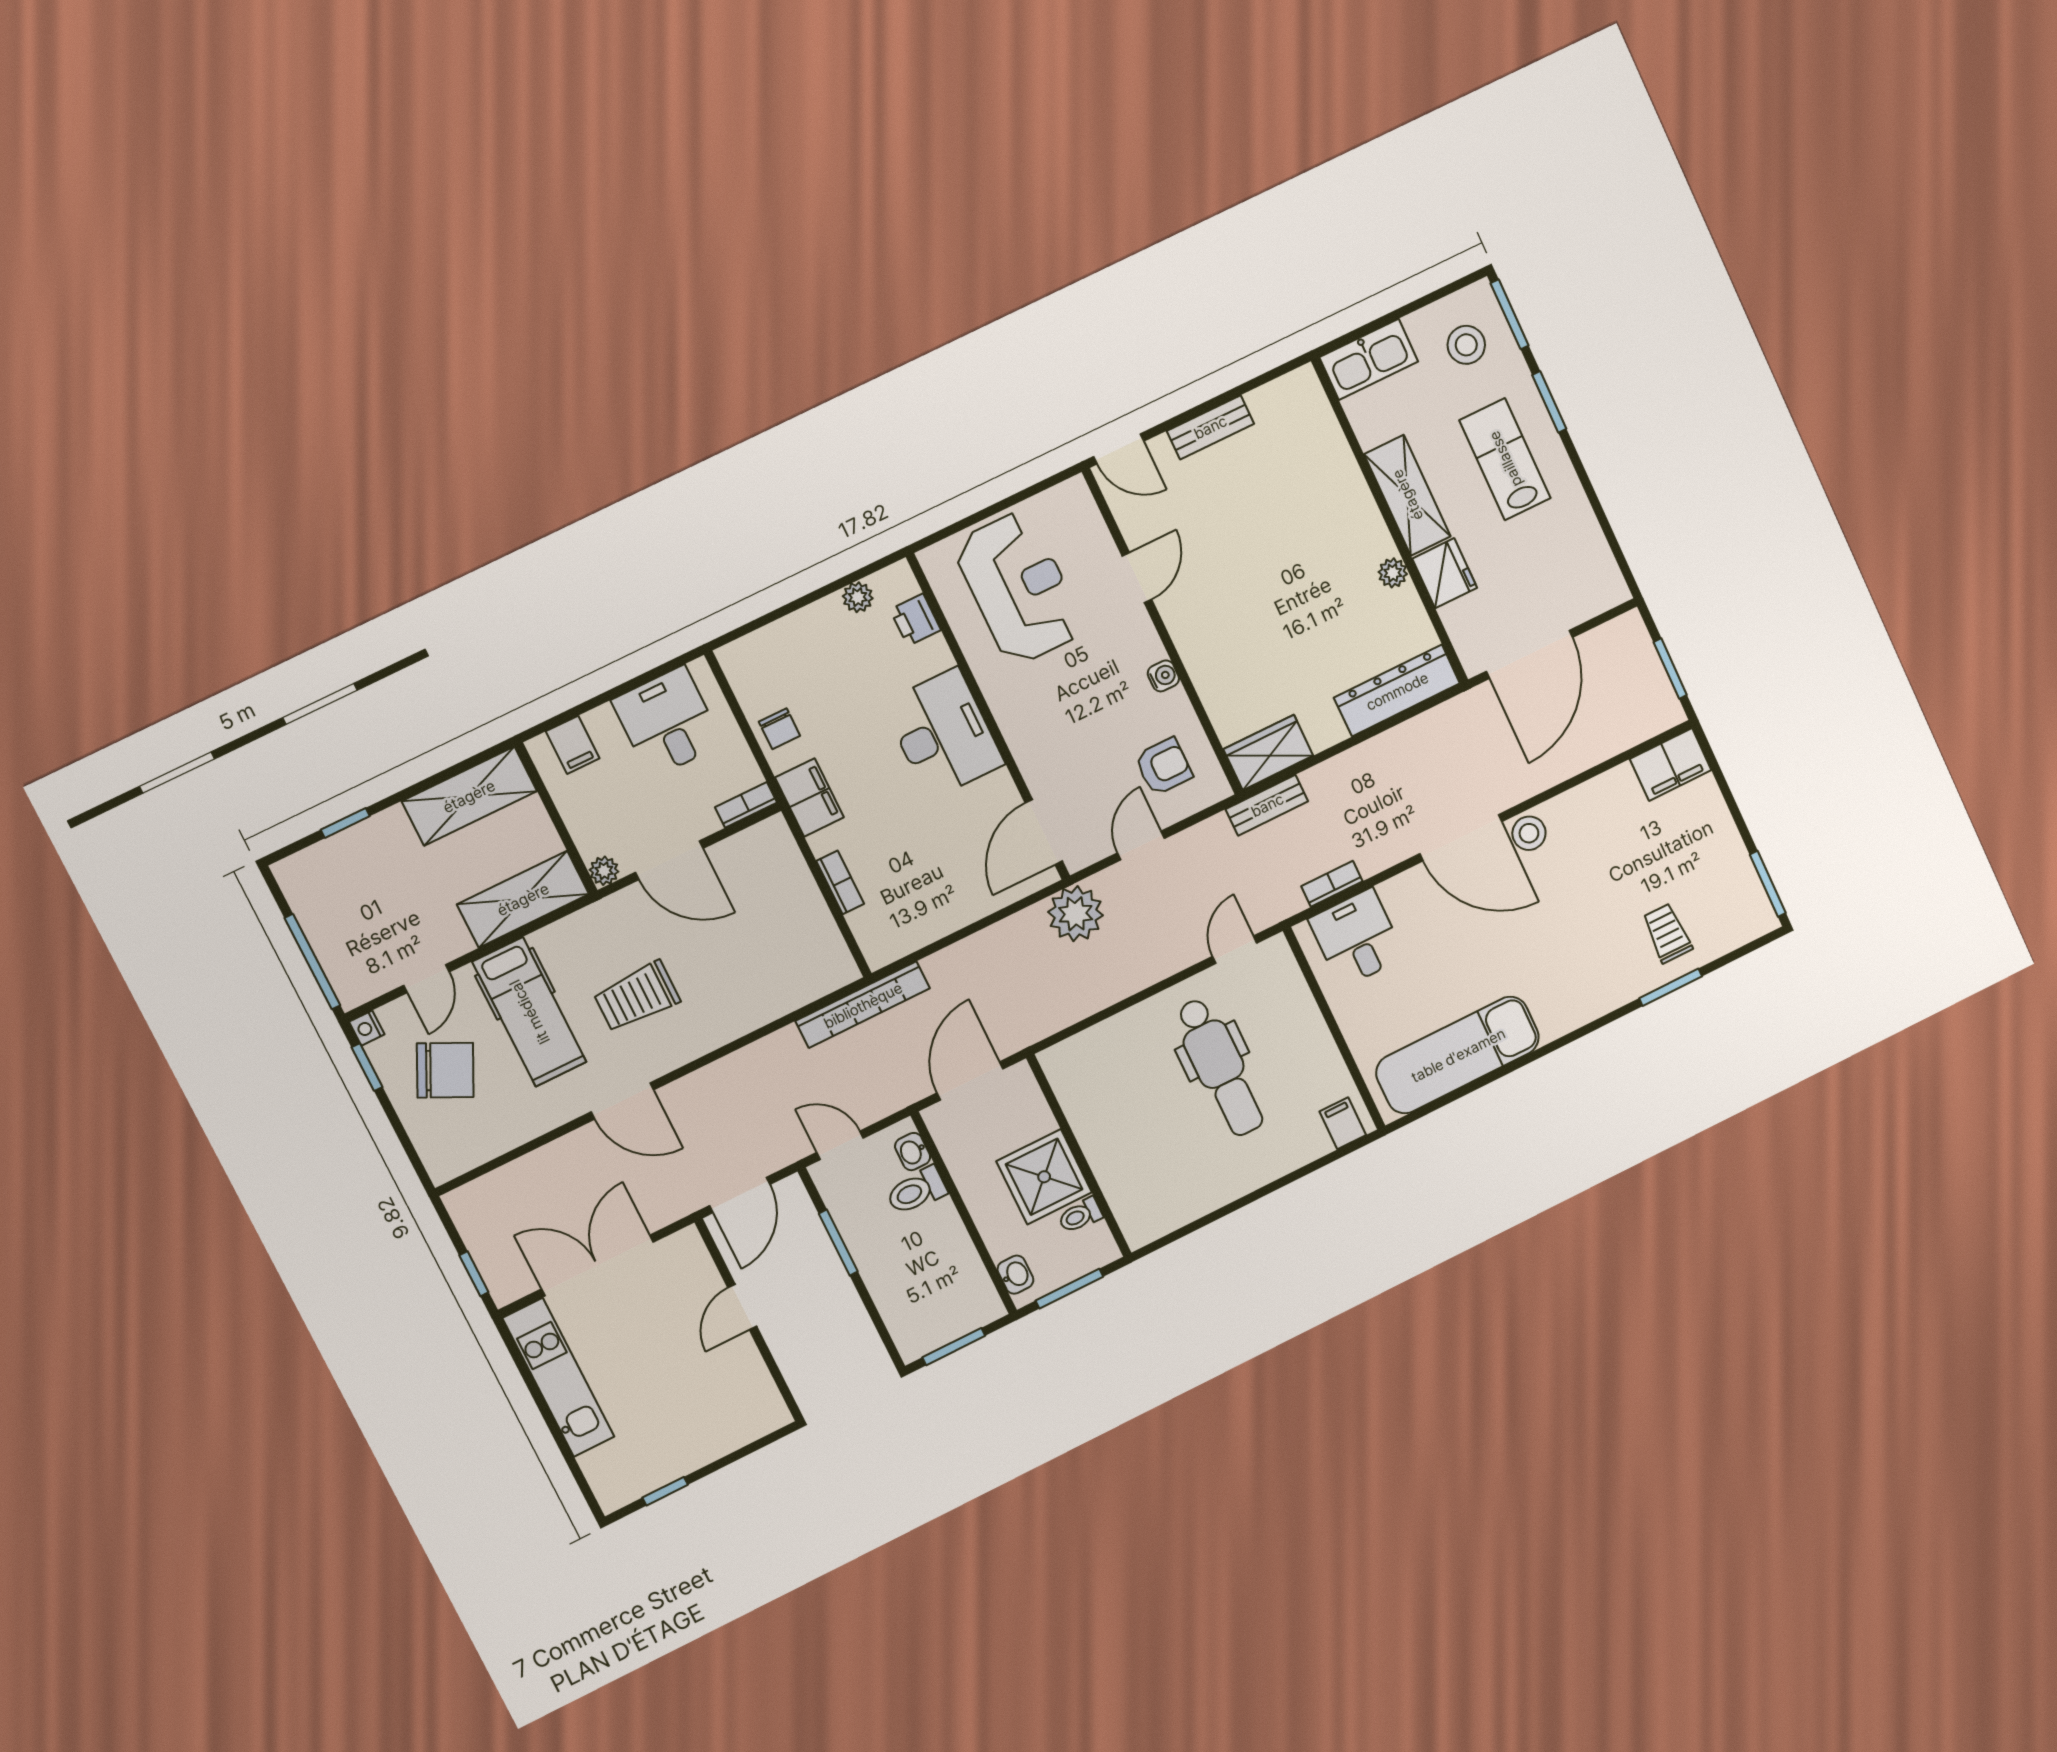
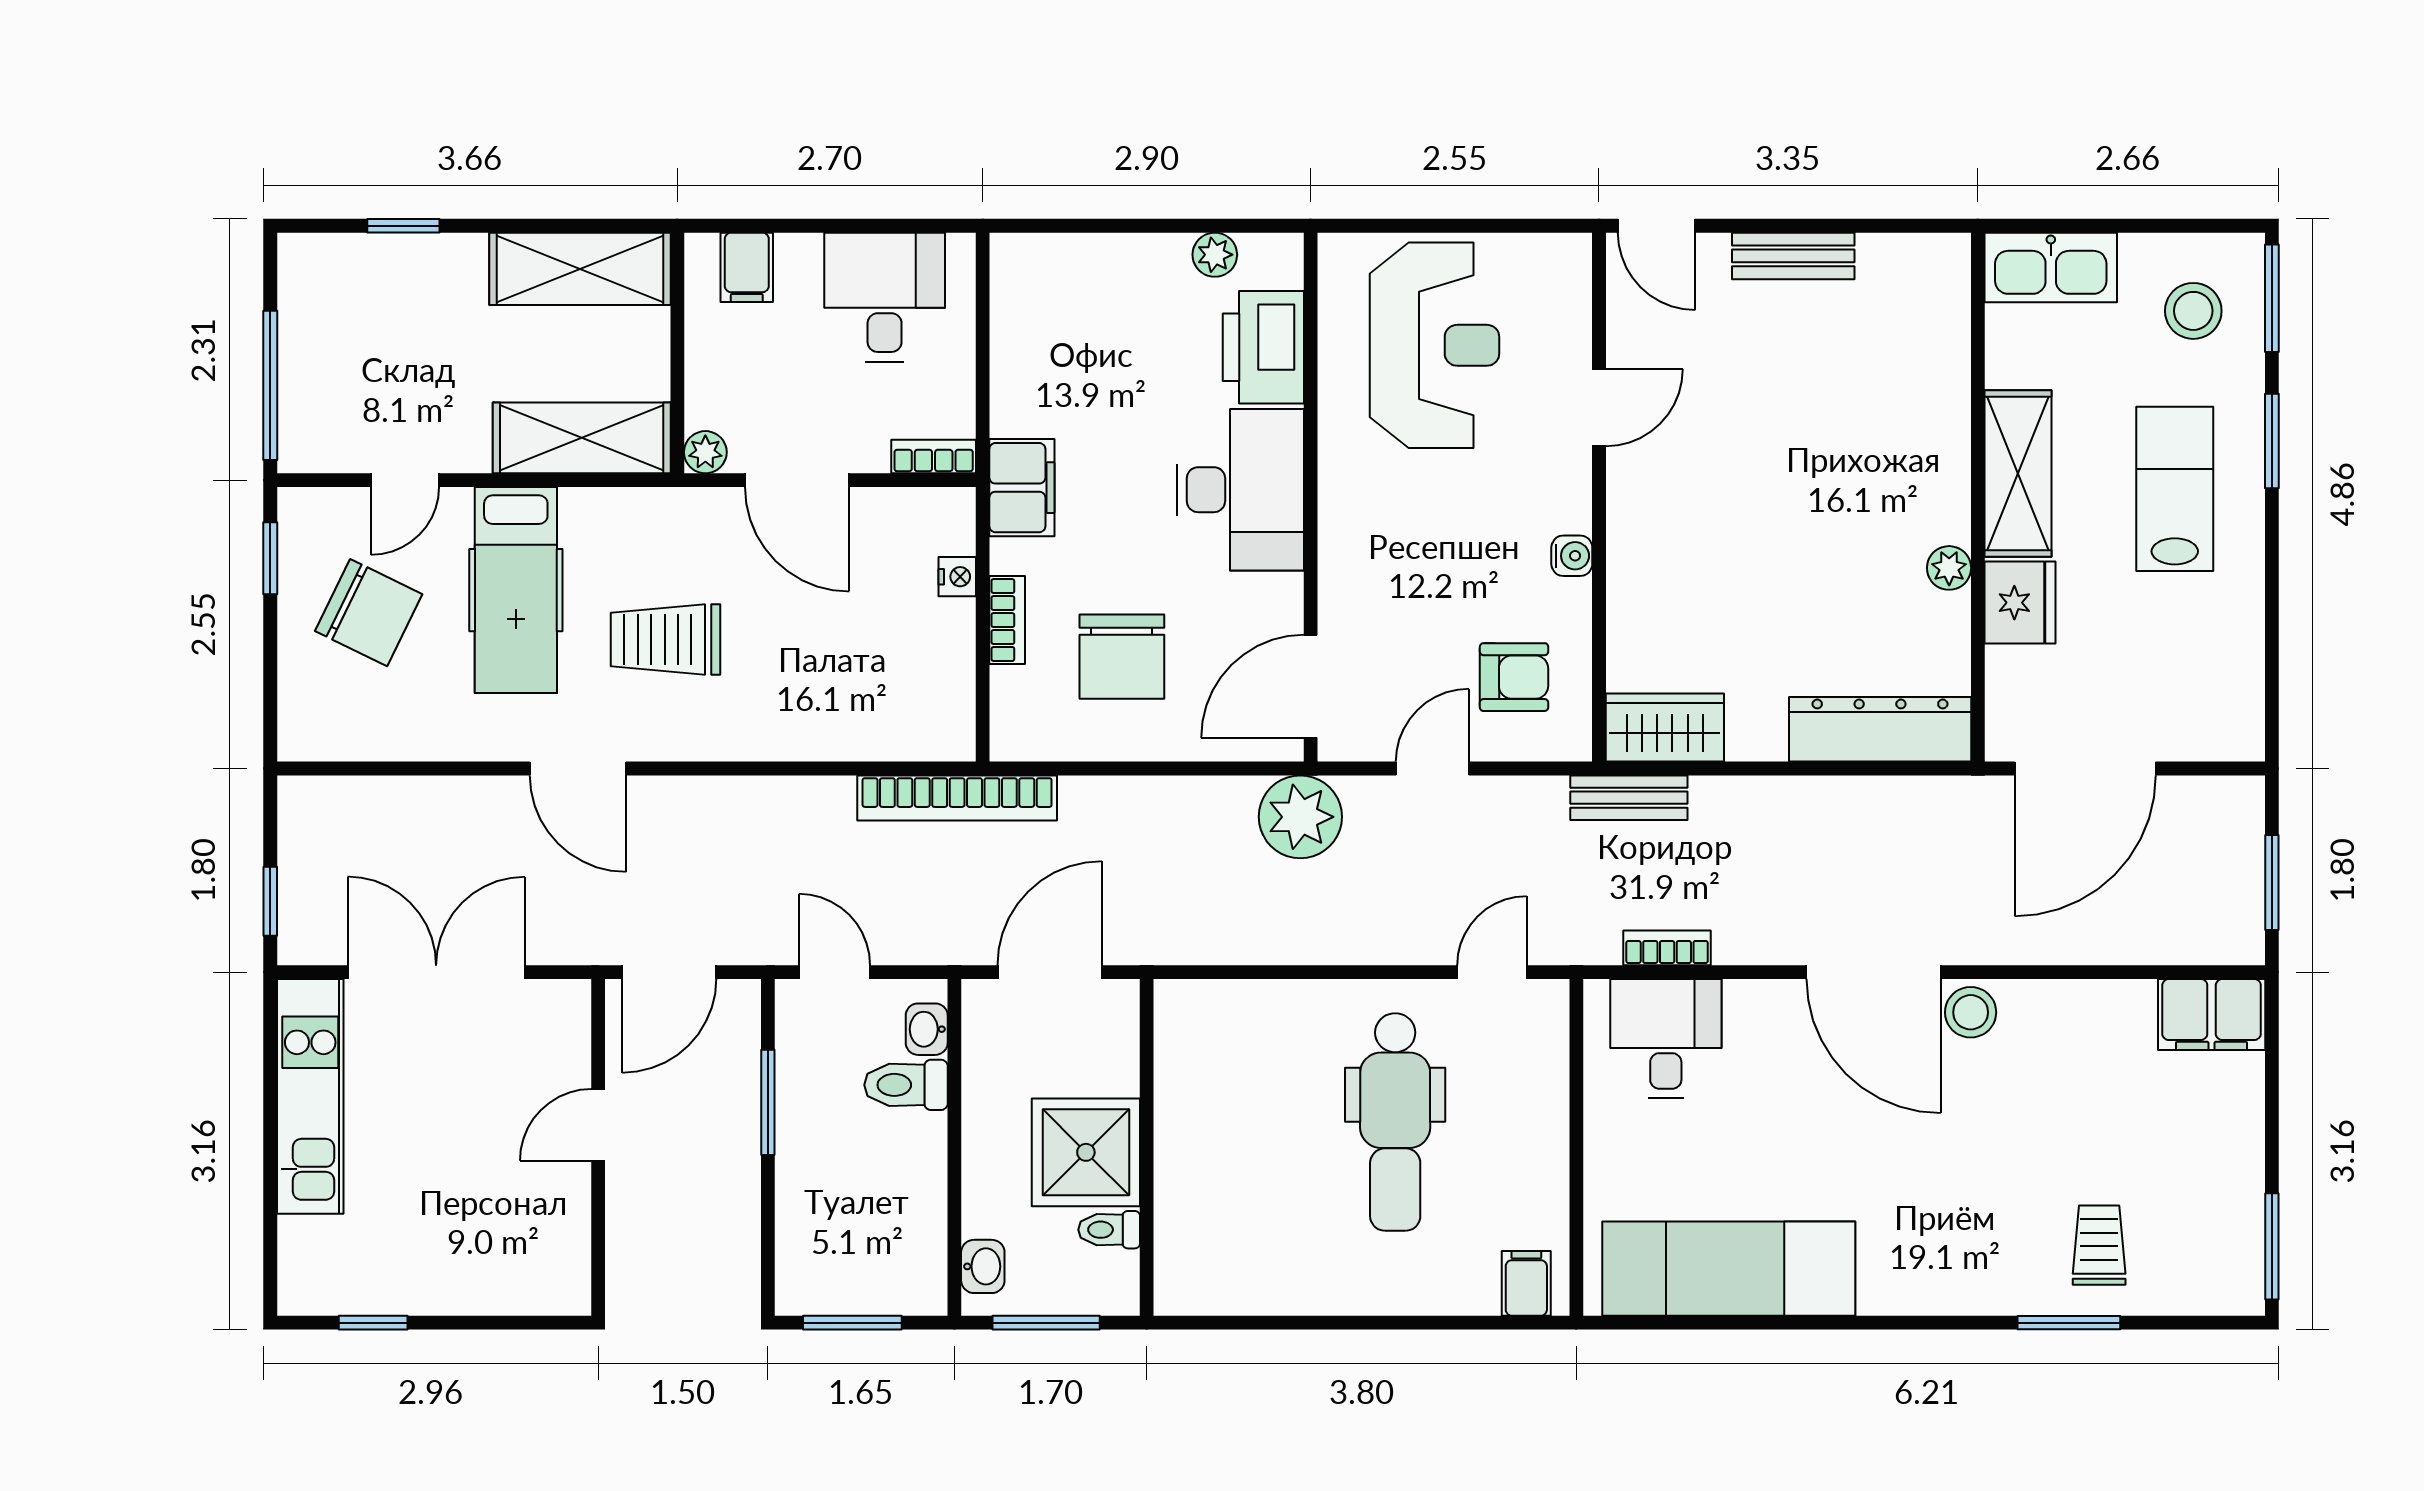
printer: (915, 620) -> (1263, 347), width x1.87, depth x1.48
chair: (779, 729) -> (1122, 657), moved, width x1.87, depth x1.87
nightstand: (367, 1028) -> (957, 577), moved, turned 180

